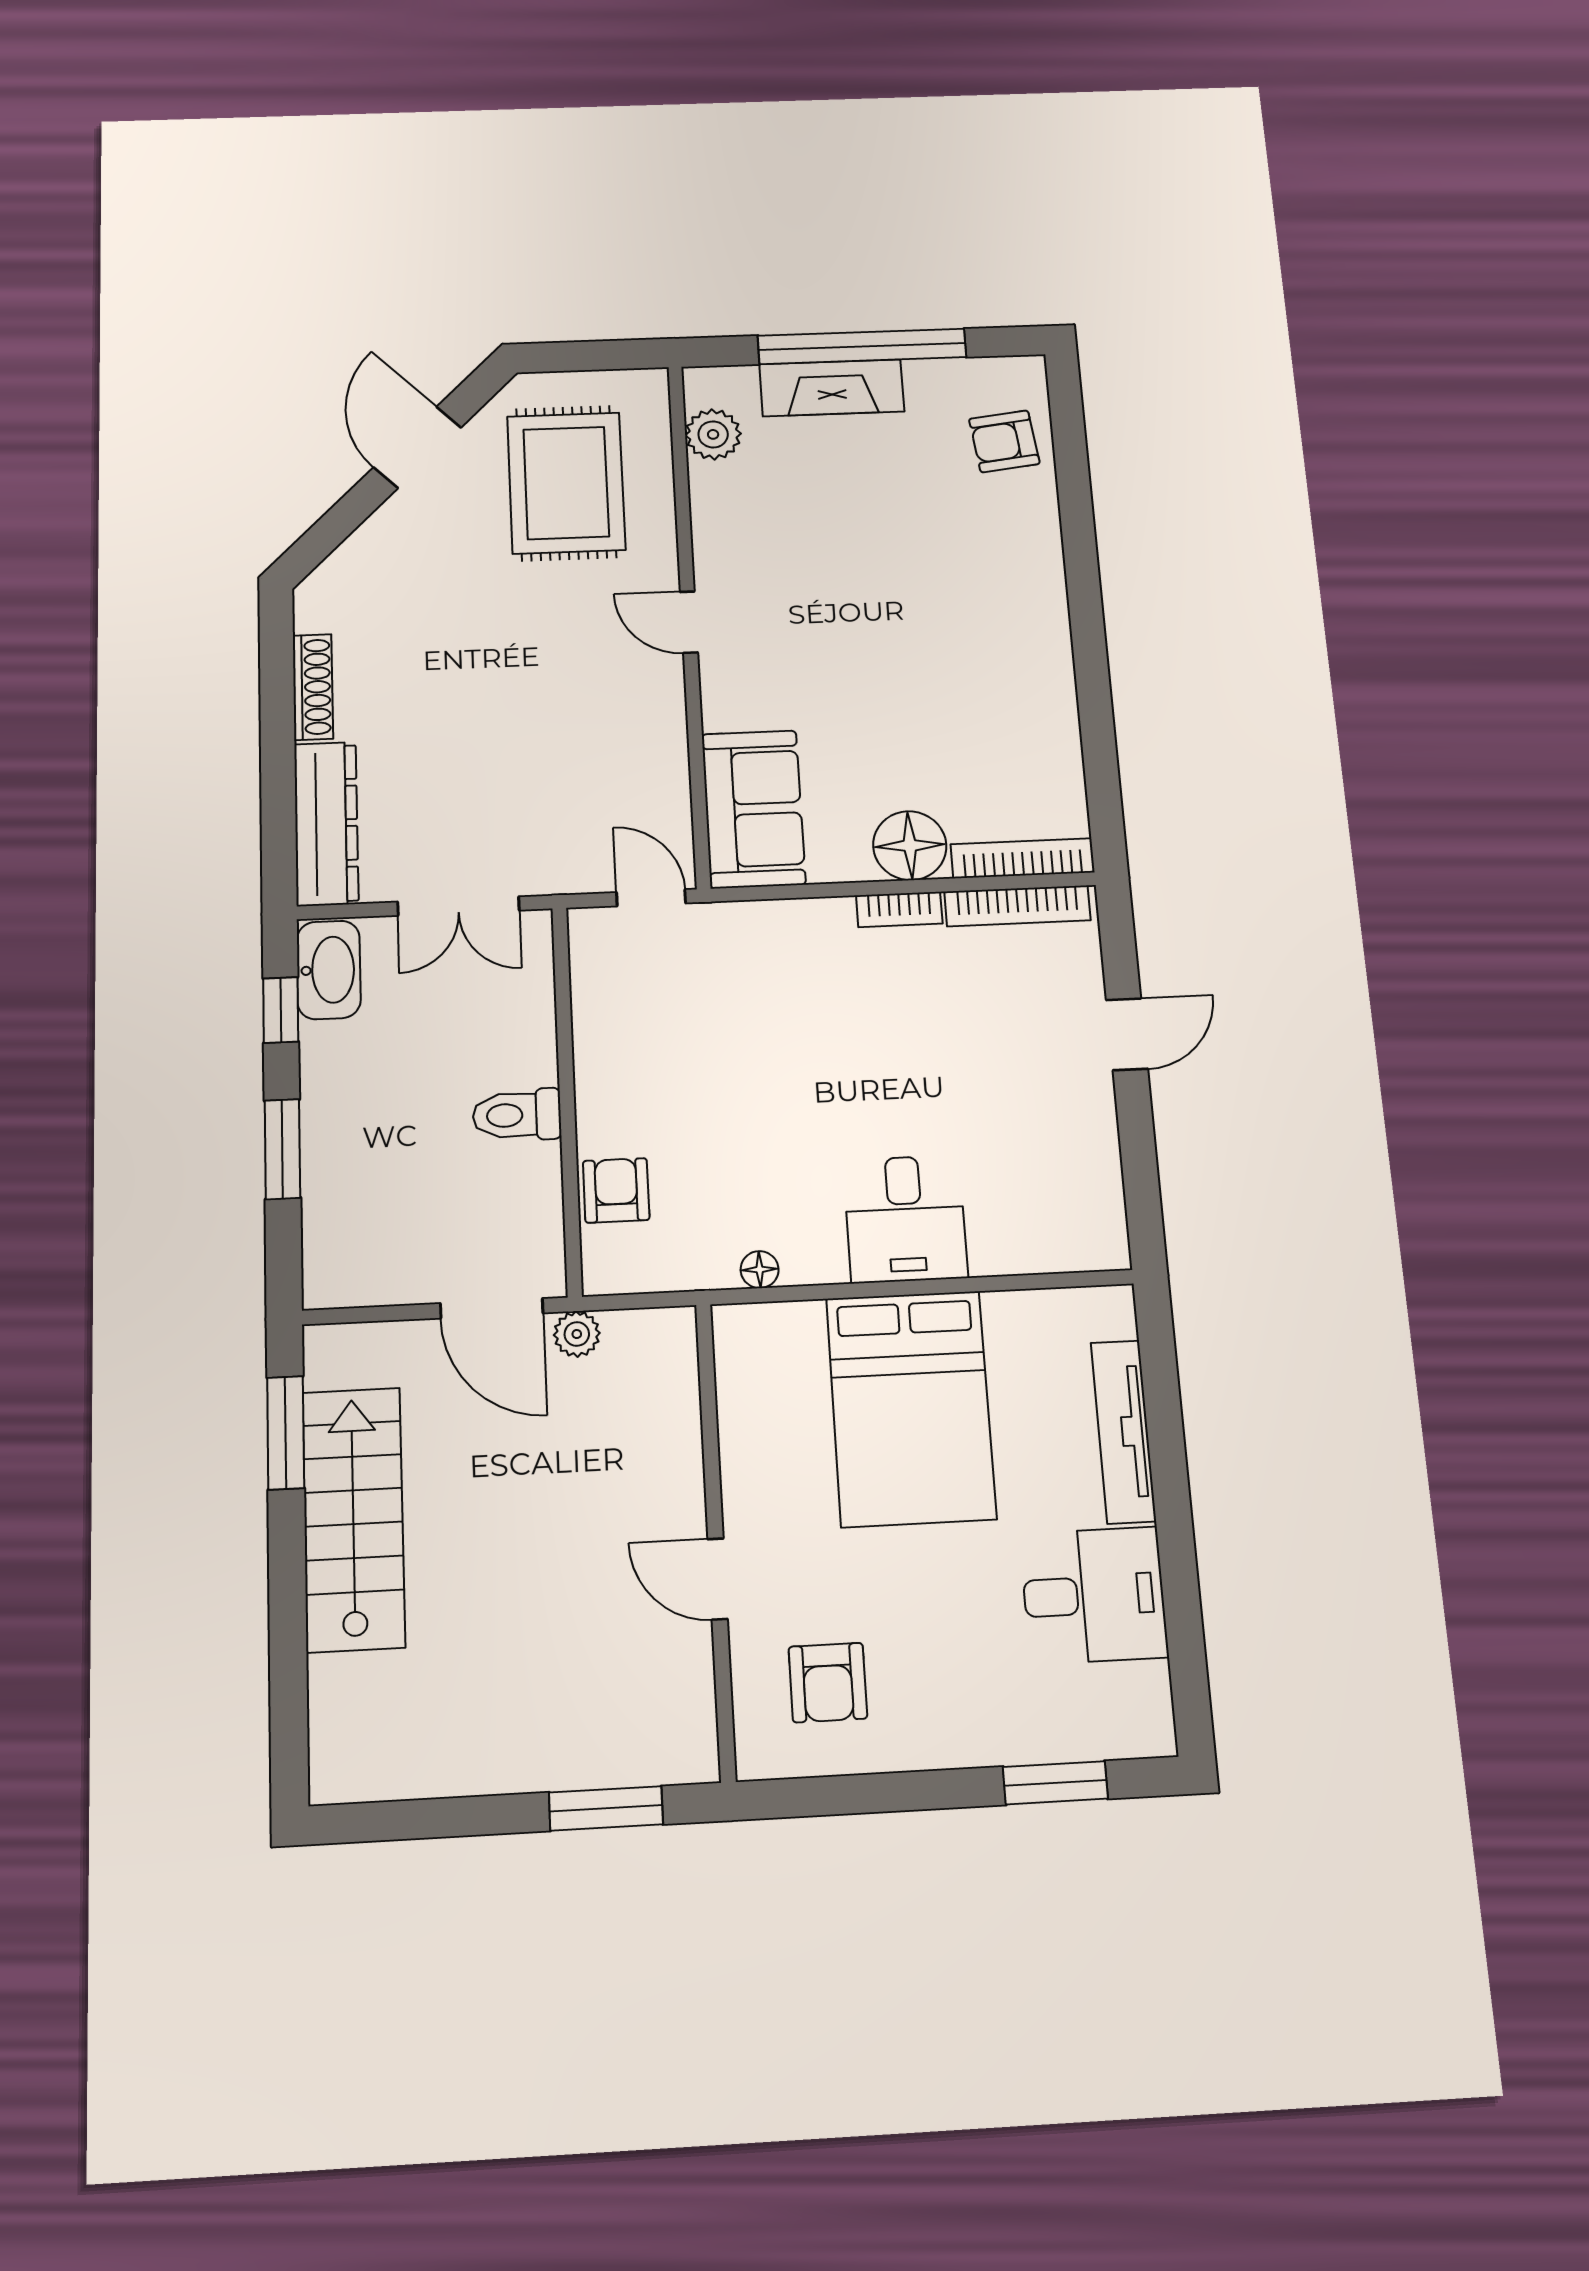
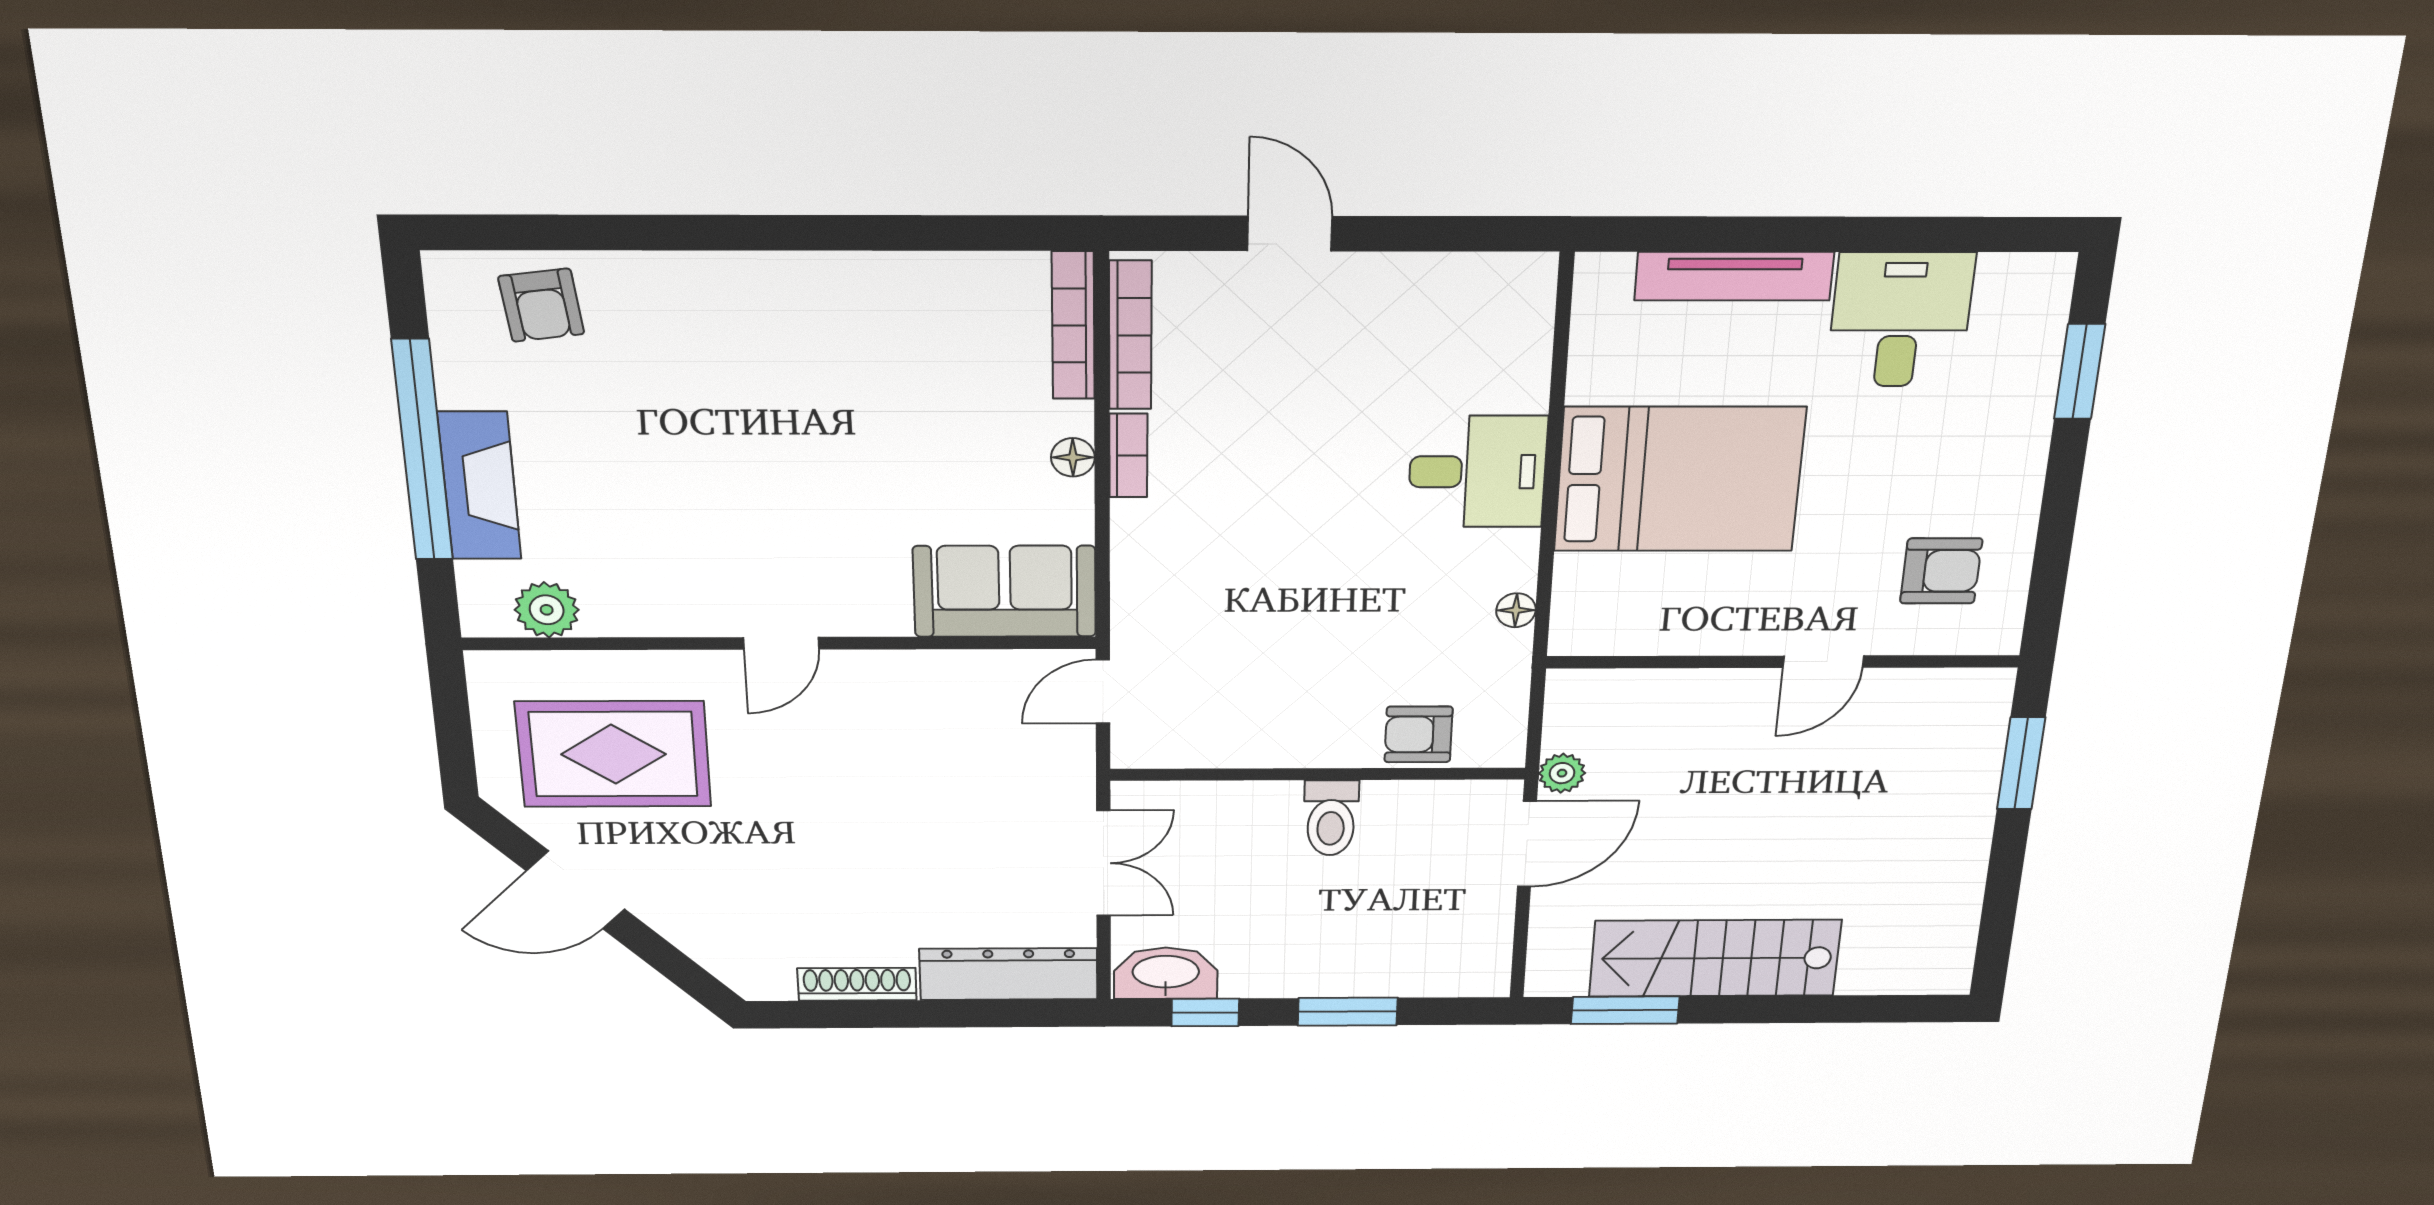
floor lamp: (910, 846) -> (1073, 457), width x0.53, depth x0.53

